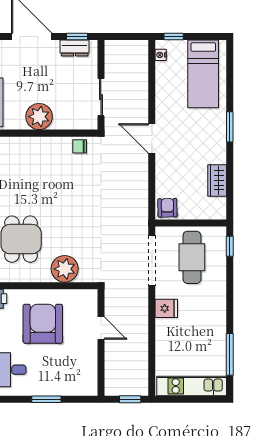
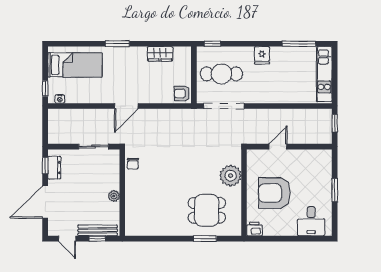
plant: (39, 117) -> (114, 196), width x0.53, depth x0.53
fridge: (166, 308) -> (262, 55), moved, turned 180

